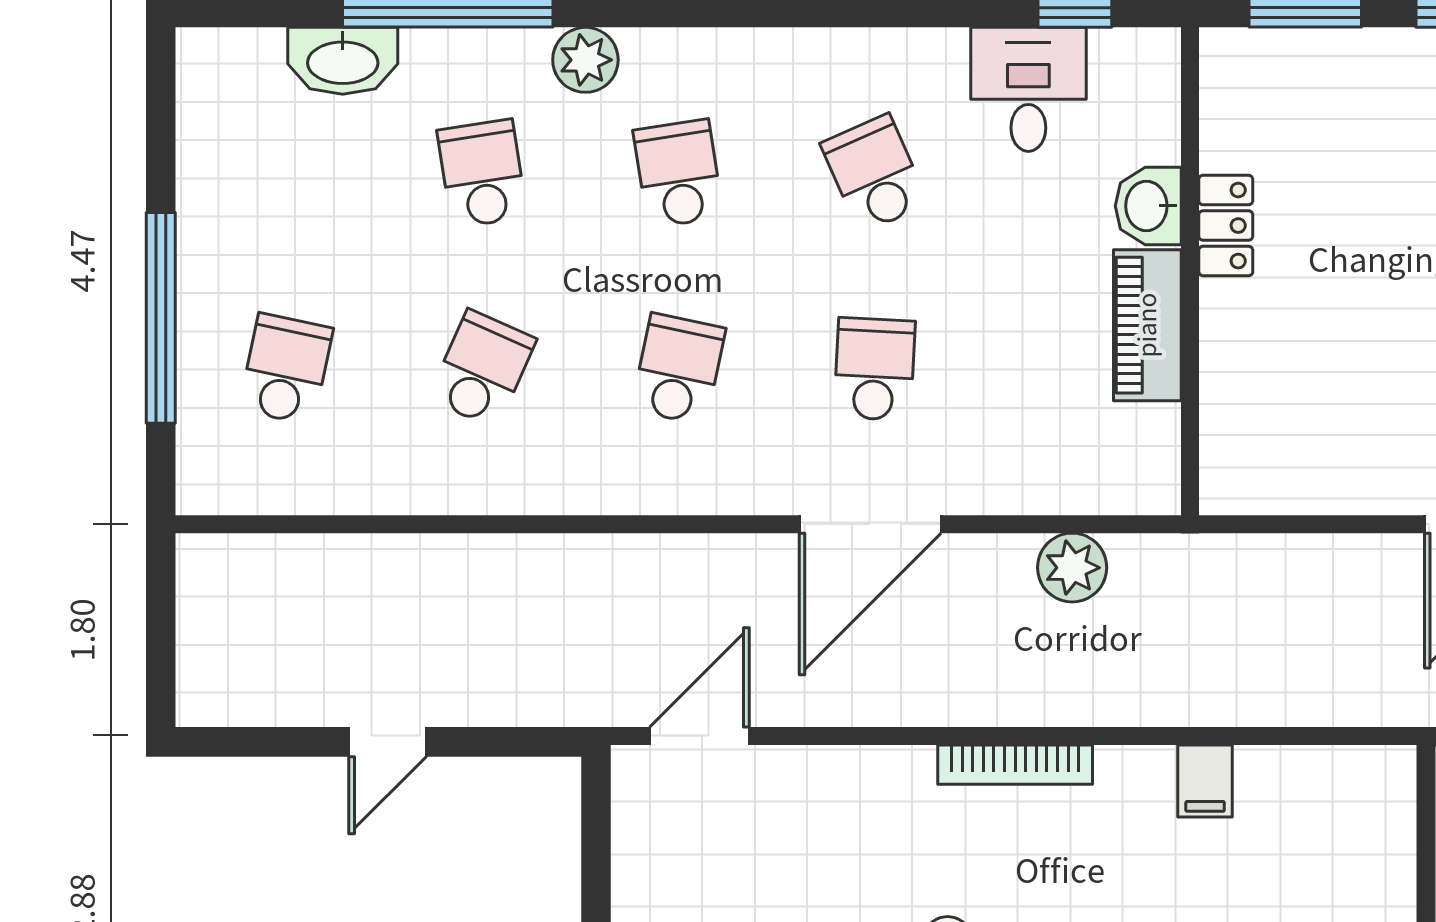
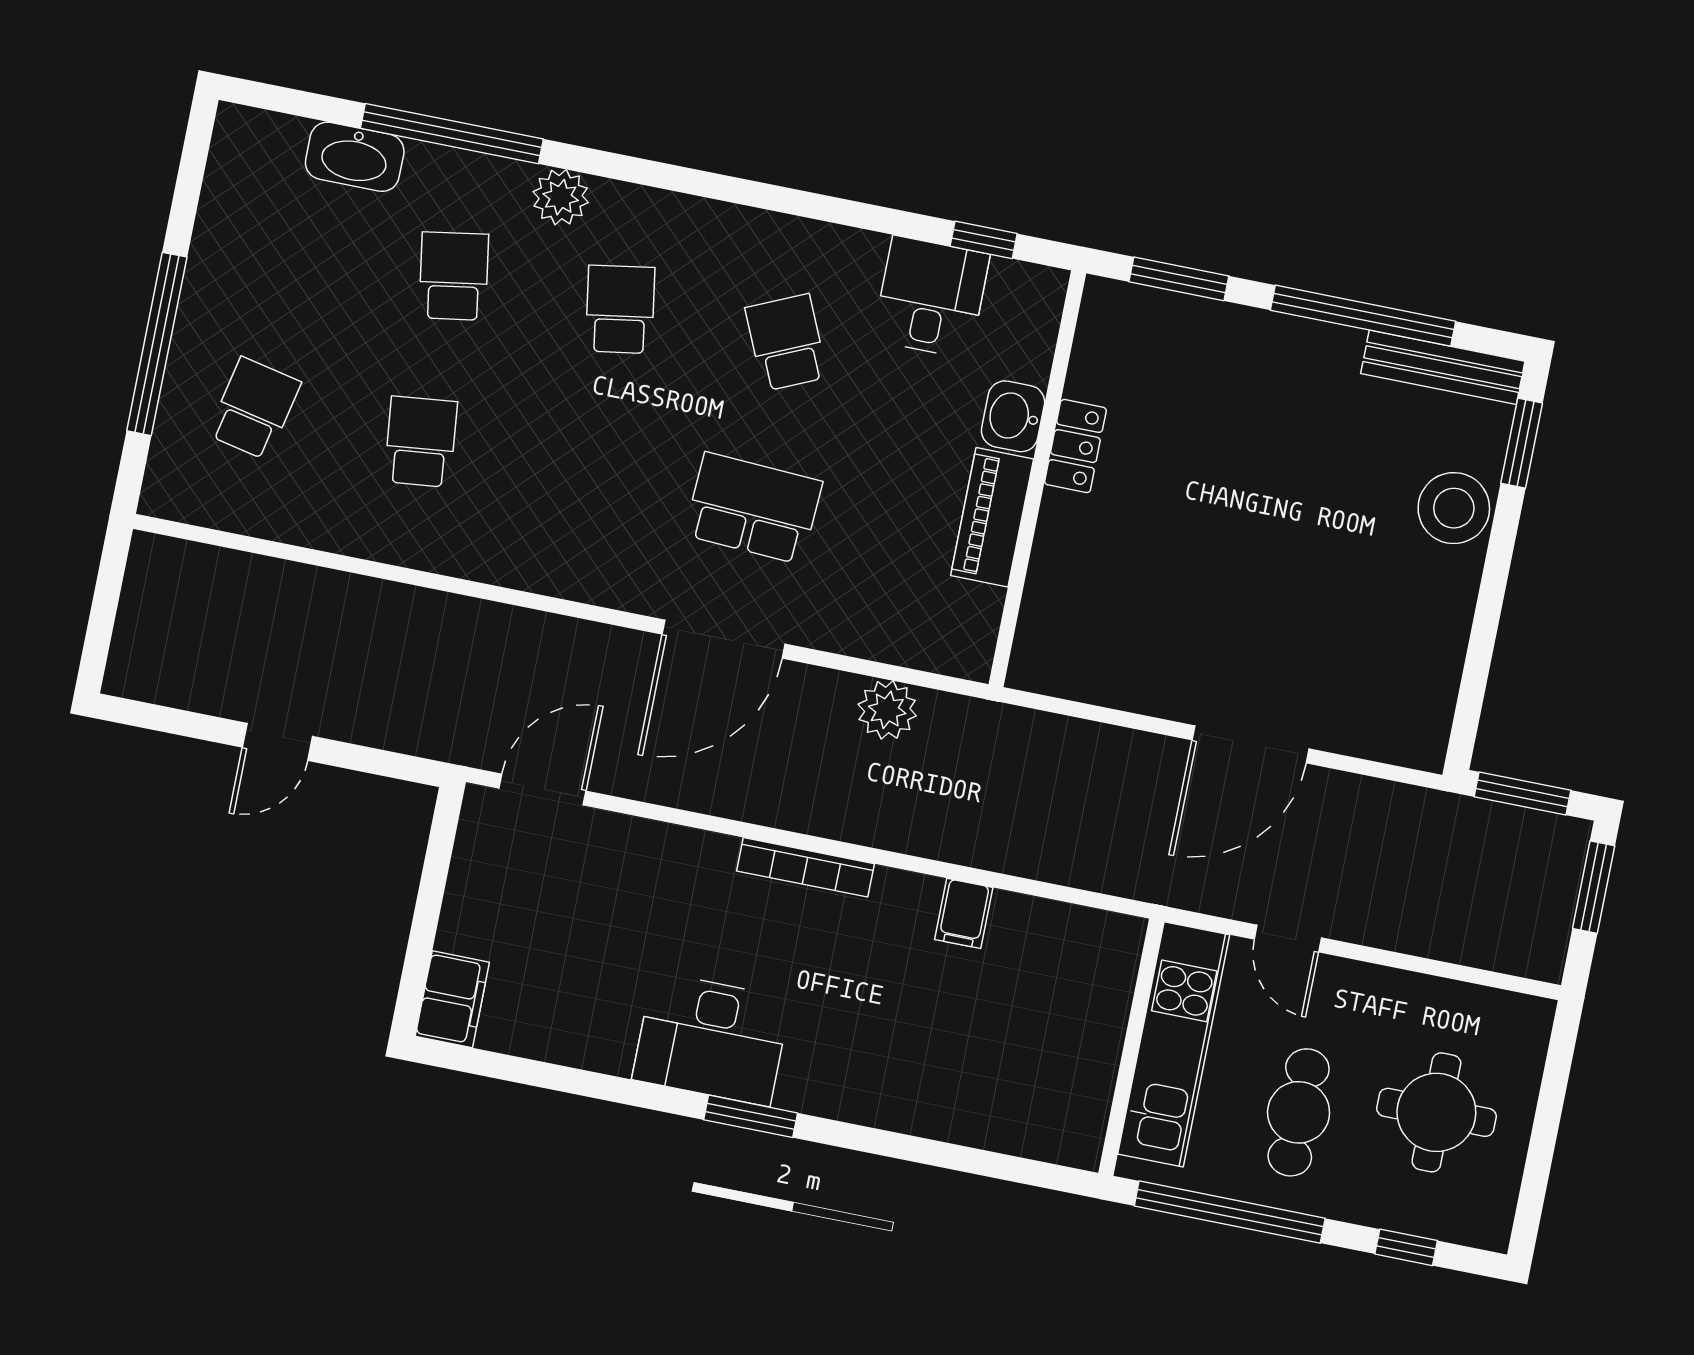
school desk: (482, 369) -> (421, 442), turned -30
school desk: (678, 369) -> (587, 475), removed
school desk: (875, 369) -> (753, 508), width x1.85

